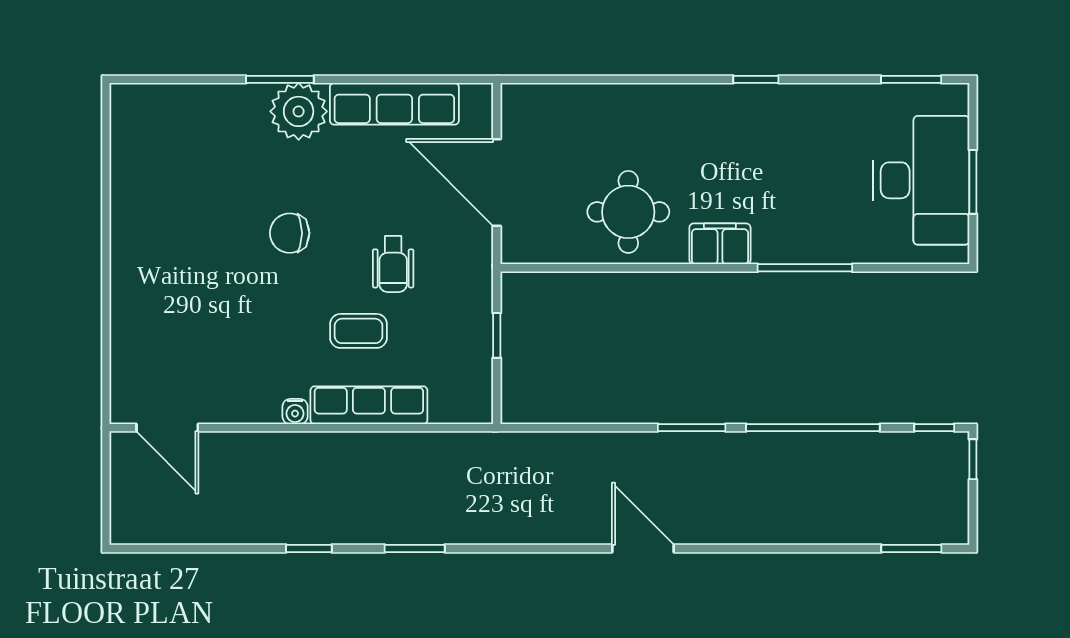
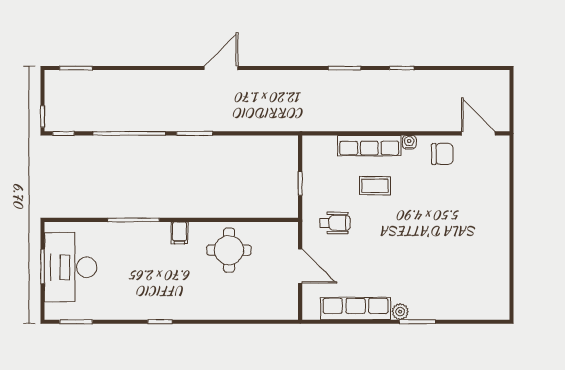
plant: (299, 111) -> (400, 312), width x0.53, depth x0.53
door: (497, 182) -> (300, 266), width x0.73
chair: (290, 233) -> (442, 154), moved
filing cabinet: (720, 244) -> (179, 233), width x0.50
wheelchair: (393, 264) -> (335, 223), moved, turned 90
door: (643, 548) -> (221, 68), swing flipped

